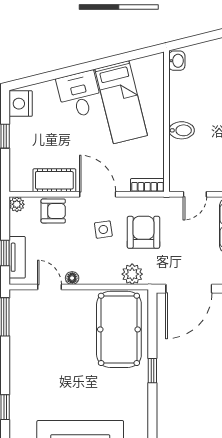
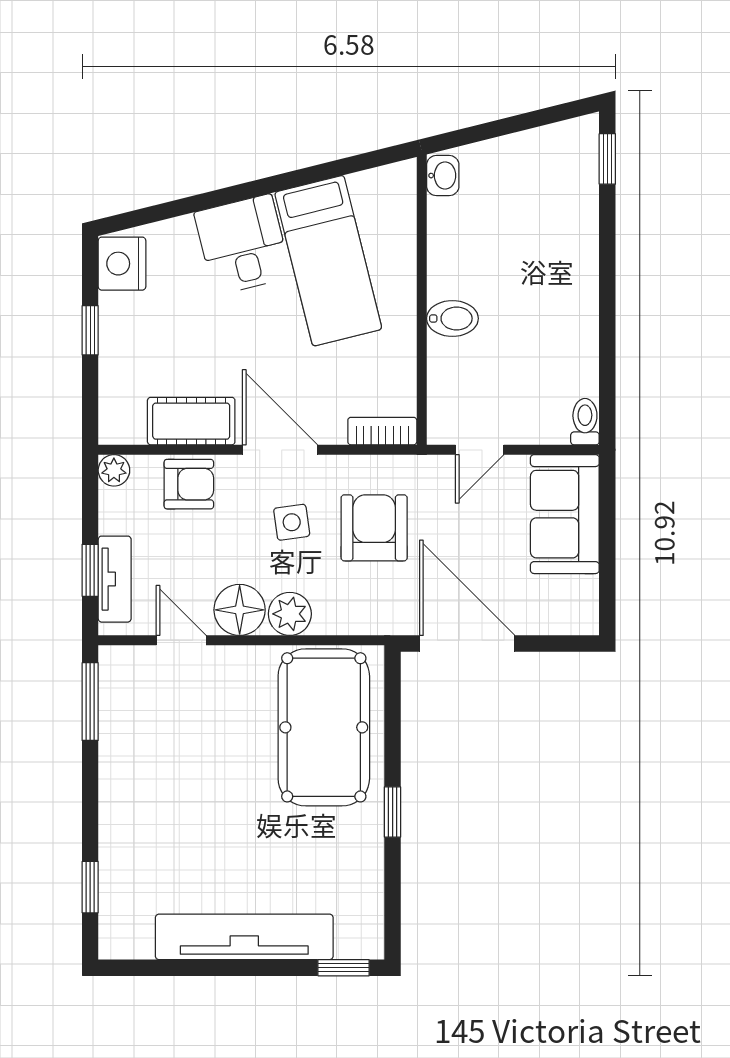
plant: (132, 274) -> (290, 614), moved
floor lamp: (72, 278) -> (240, 610), width x1.89, depth x1.89
door: (189, 289) -> (467, 643), swing flipped

